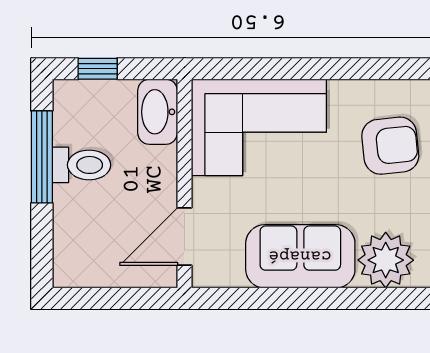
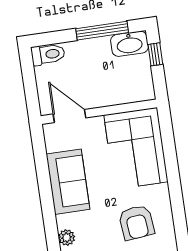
washbasin: (158, 112) -> (129, 44), moved, turned 180
toilet: (81, 165) -> (48, 54), moved, turned -90
plant: (386, 260) -> (67, 237), width x0.53, depth x0.53

